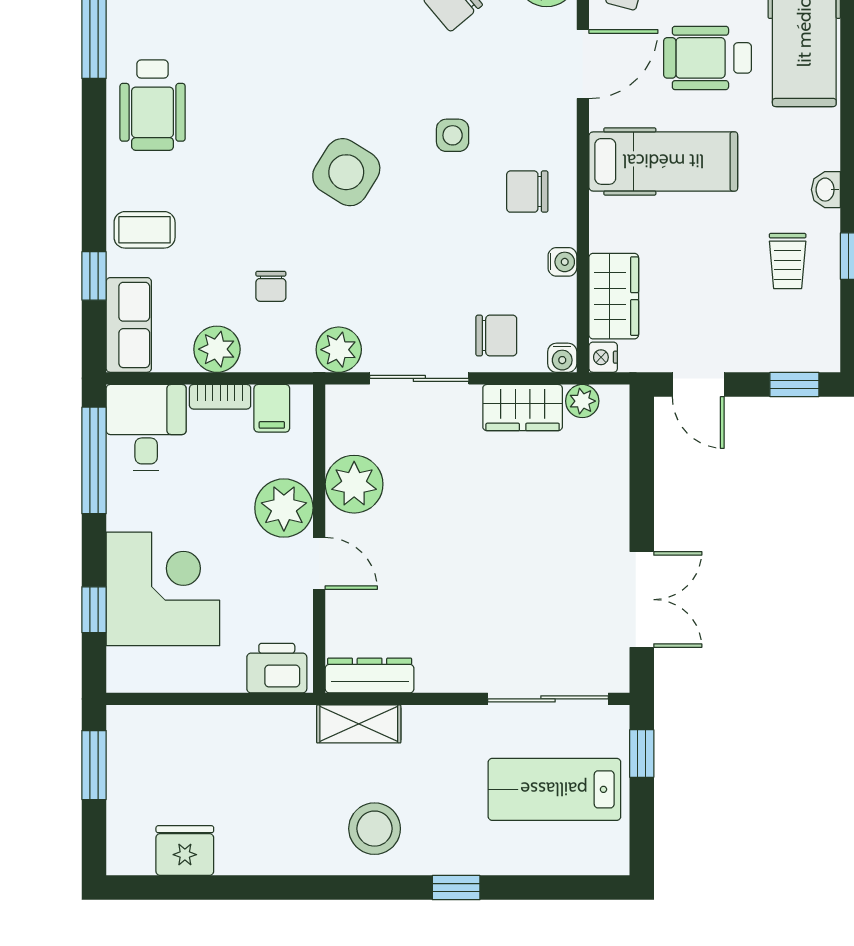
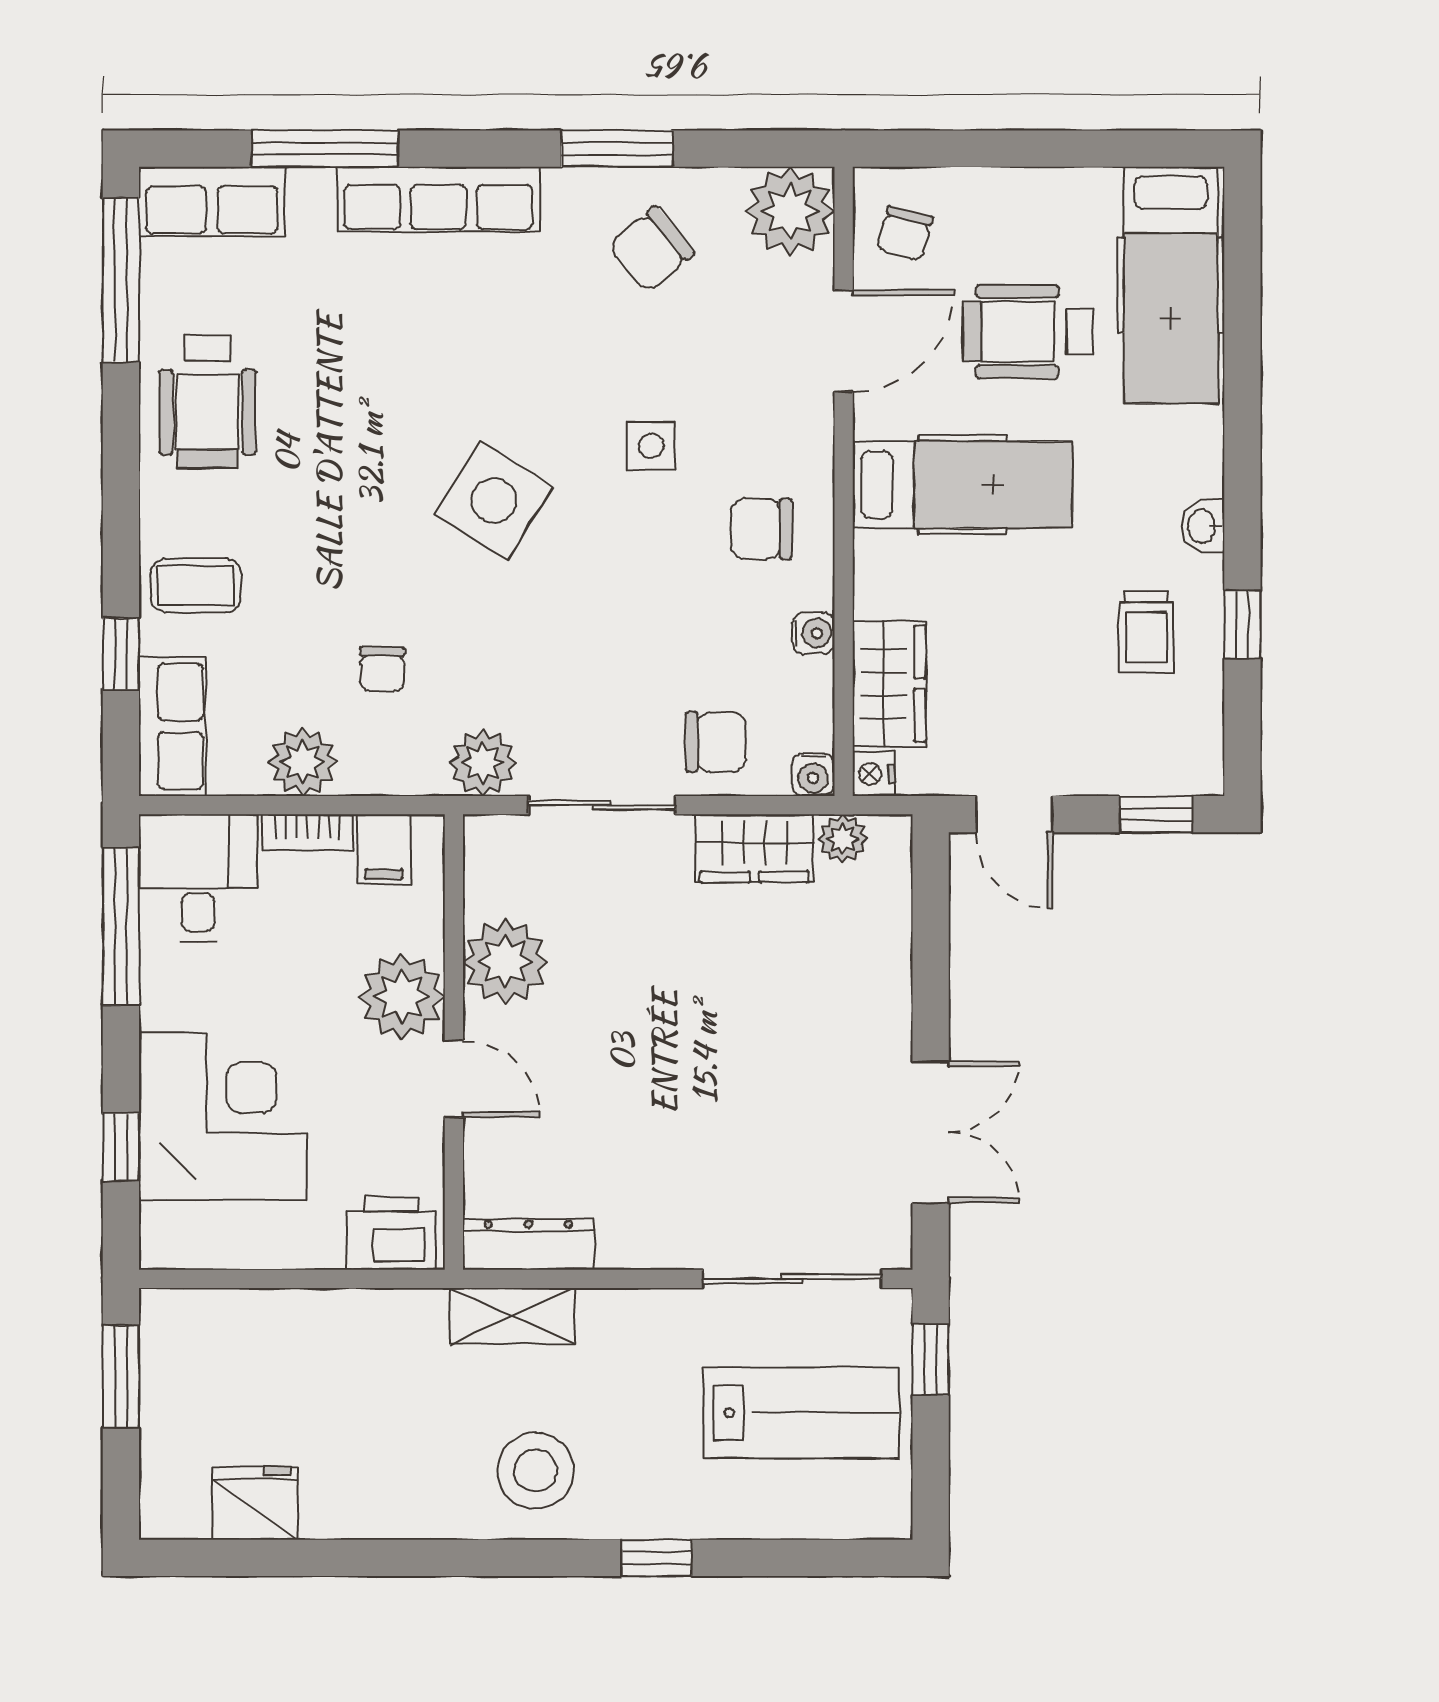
lab bench: (554, 789) -> (802, 1413), turned 180

